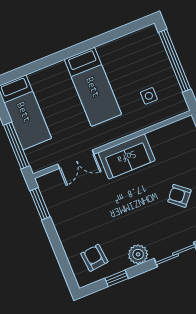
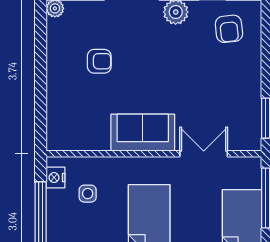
nightstand: (177, 98) -> (56, 178), added
armchair: (179, 196) -> (99, 61), turned -40

